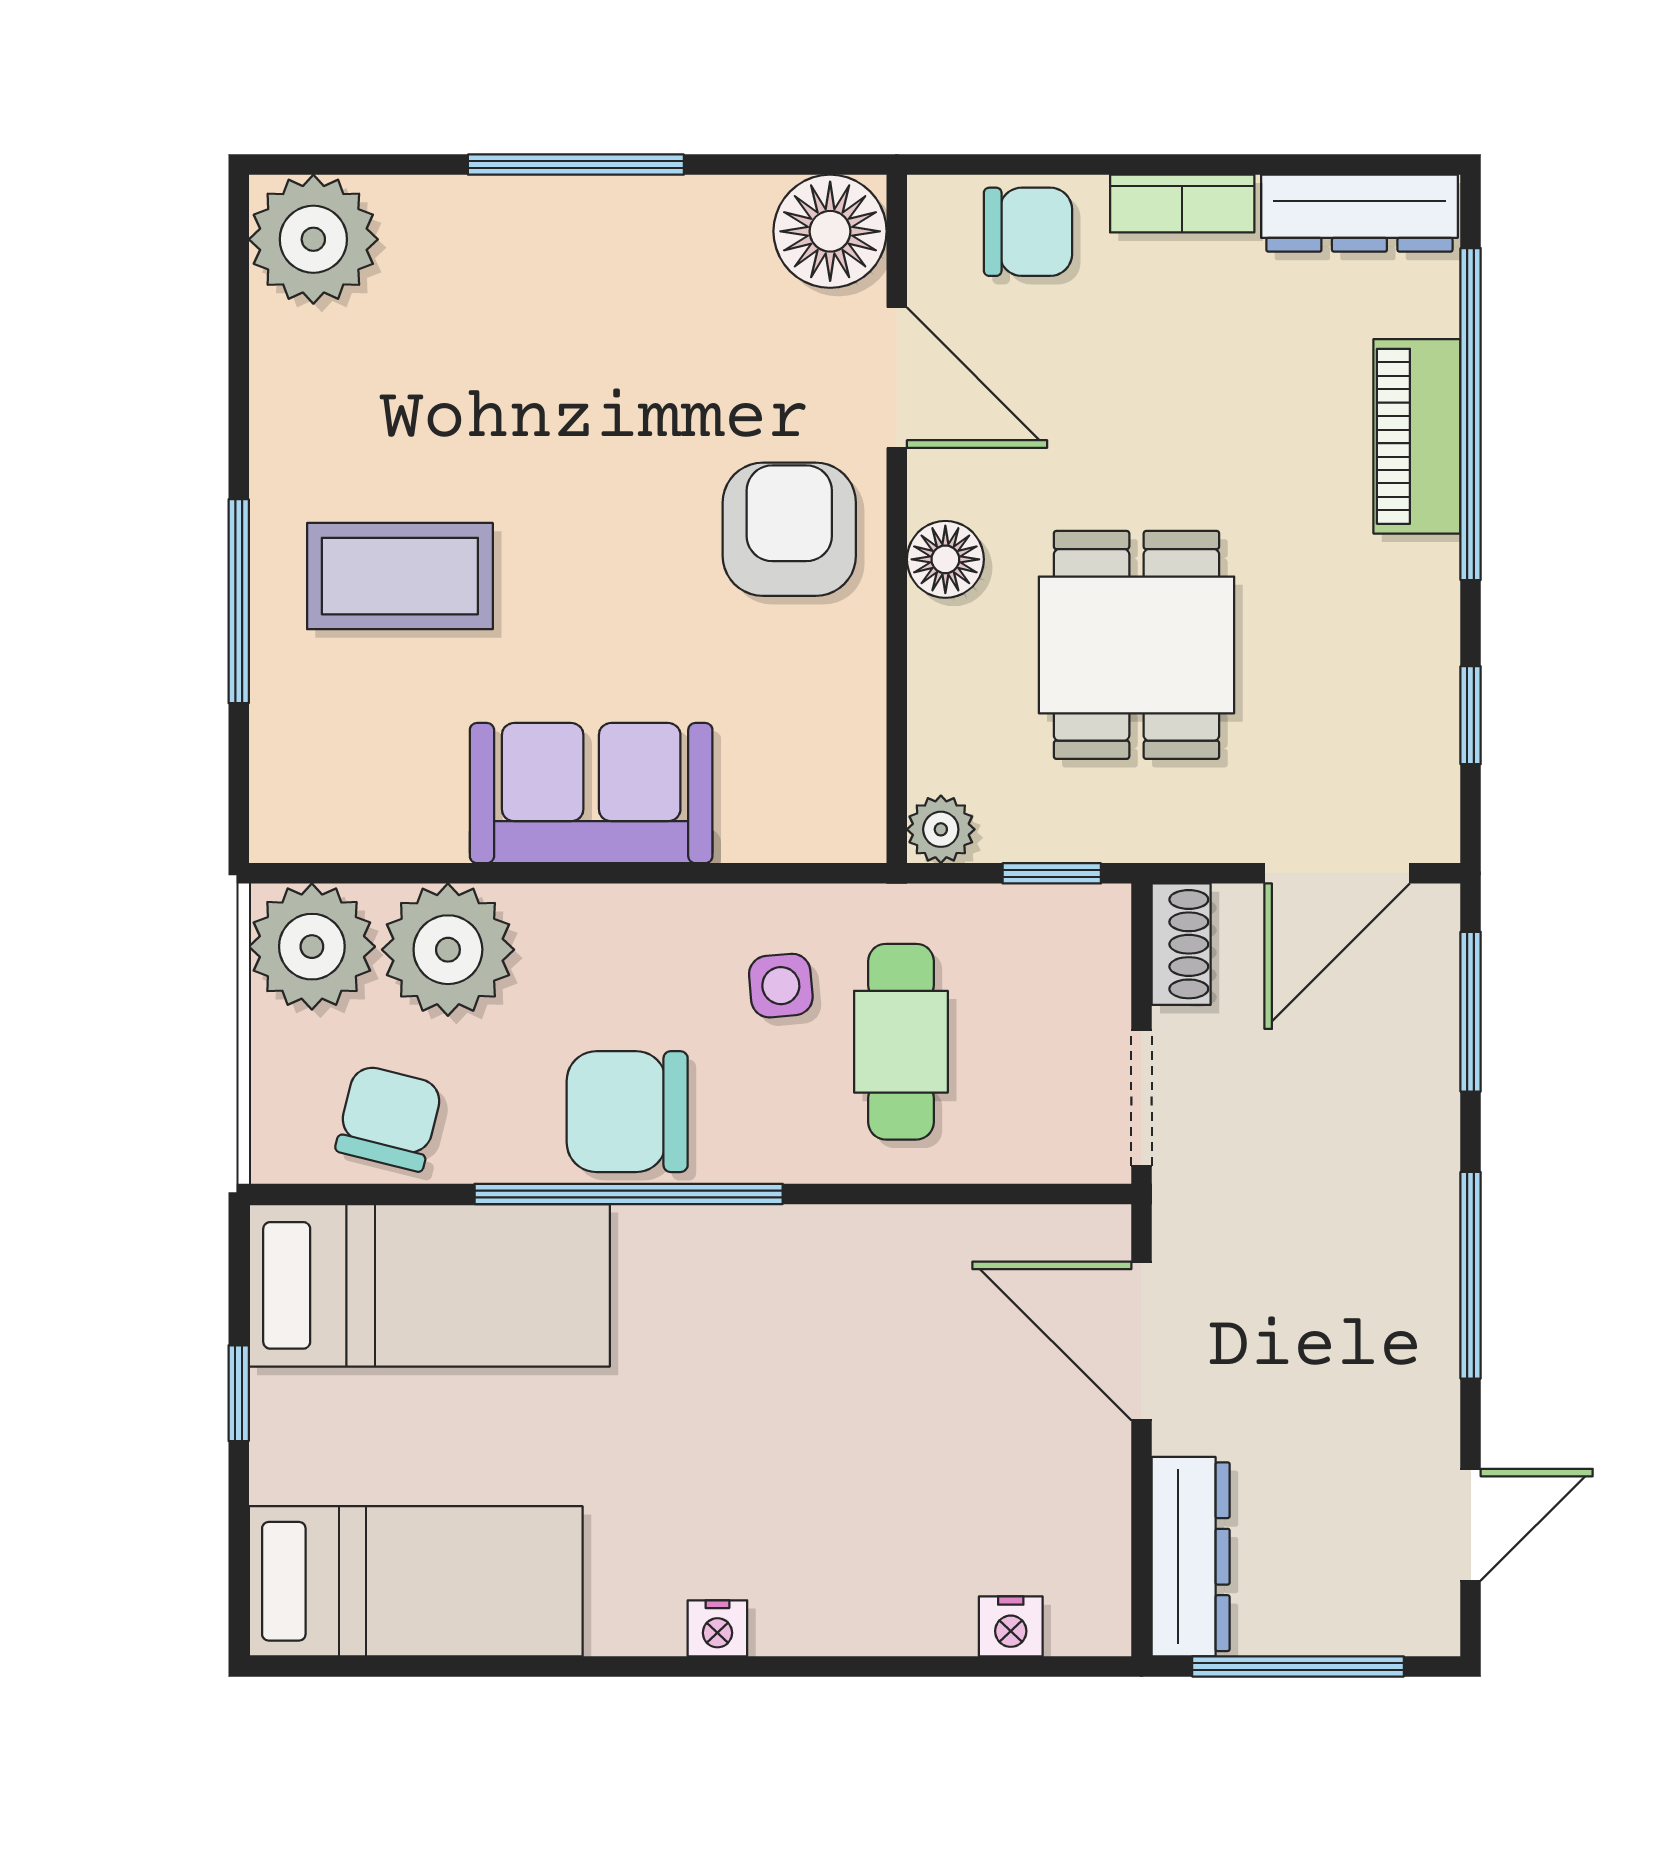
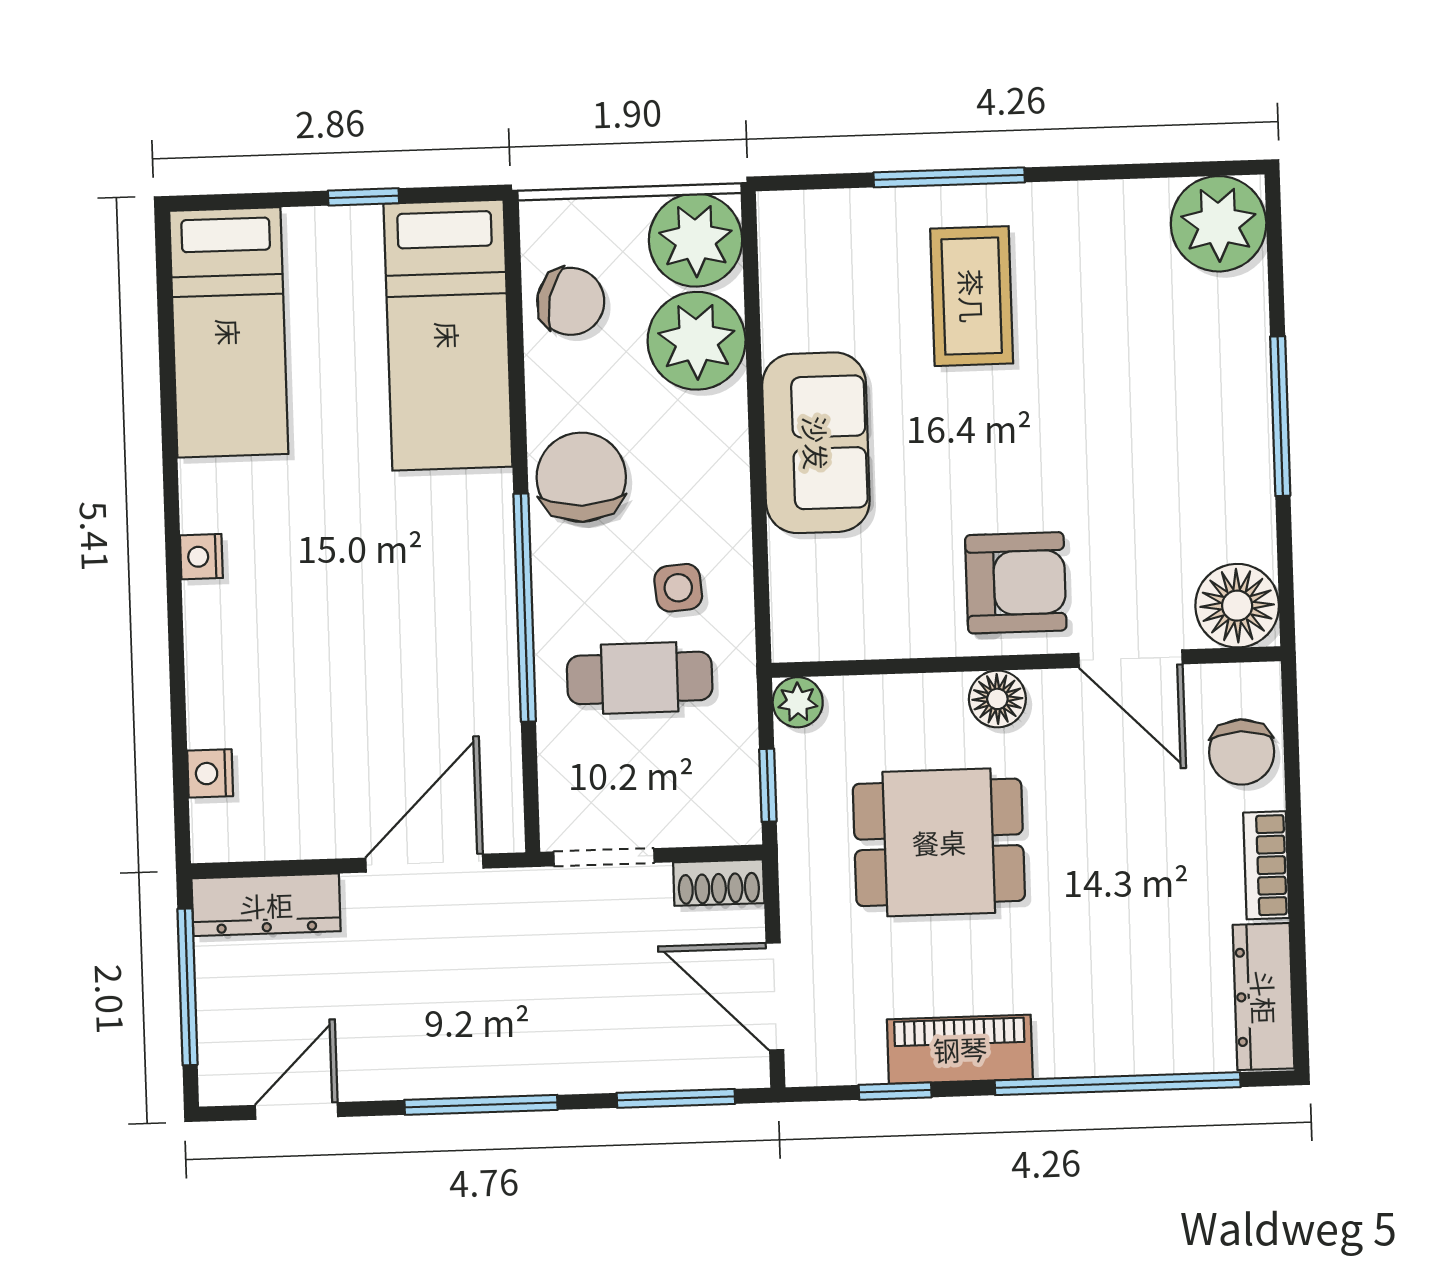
door: (897, 378) -> (1131, 659), hinge flipped
piano: (1417, 436) -> (960, 1049), moved
window: (629, 1194) -> (525, 608), moved
door: (1471, 1525) -> (297, 1111), swing flipped

